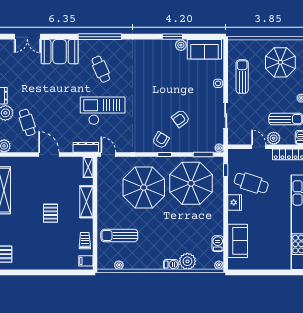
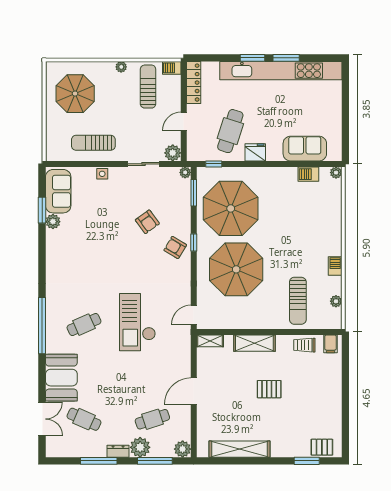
window: (172, 37) -> (42, 210), moved
cafe table: (27, 69) -> (84, 419), added
plant: (274, 138) -> (173, 153), moved
dresser: (86, 147) -> (184, 344), removed
plant: (187, 261) -> (331, 213), removed
barbecue: (171, 265) -> (335, 266), moved

